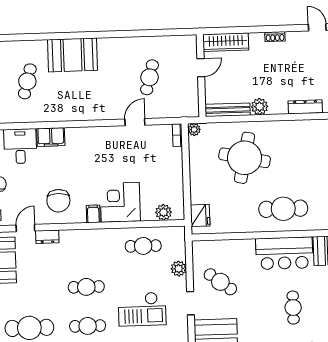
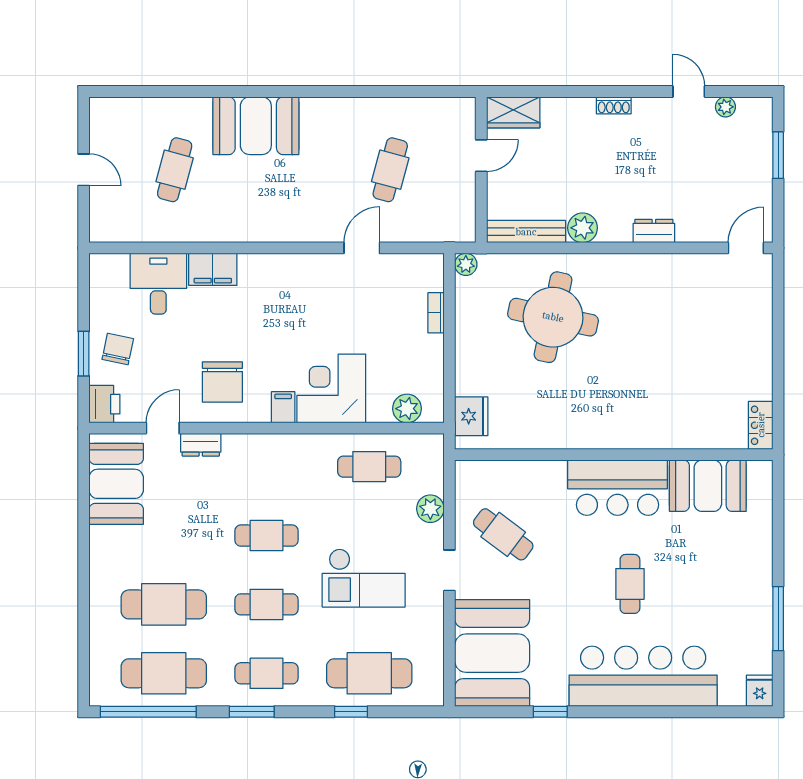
wardrobe: (226, 42) -> (513, 112), width x0.67
dresser: (305, 107) -> (654, 231), width x0.70
bookcase: (177, 135) -> (436, 313), moved
cafe table: (283, 209) -> (618, 409), removed

